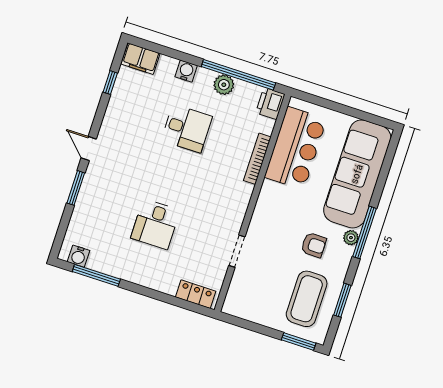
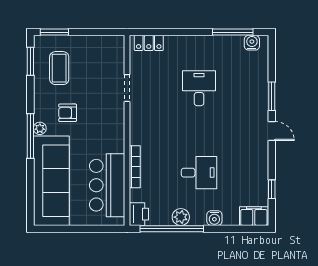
desk: (187, 128) -> (199, 173), turned 180
coffee table: (307, 299) -> (59, 68), width x0.73, depth x0.76
window: (342, 300) -> (30, 61), moved

